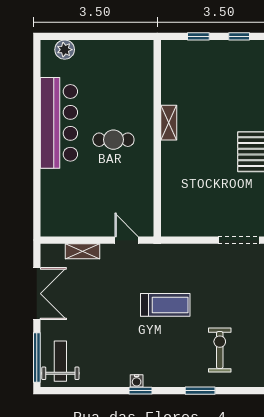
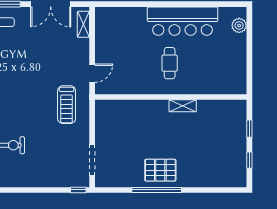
shelving: (83, 251) -> (83, 24), moved
treadmill: (165, 305) -> (67, 105), moved

